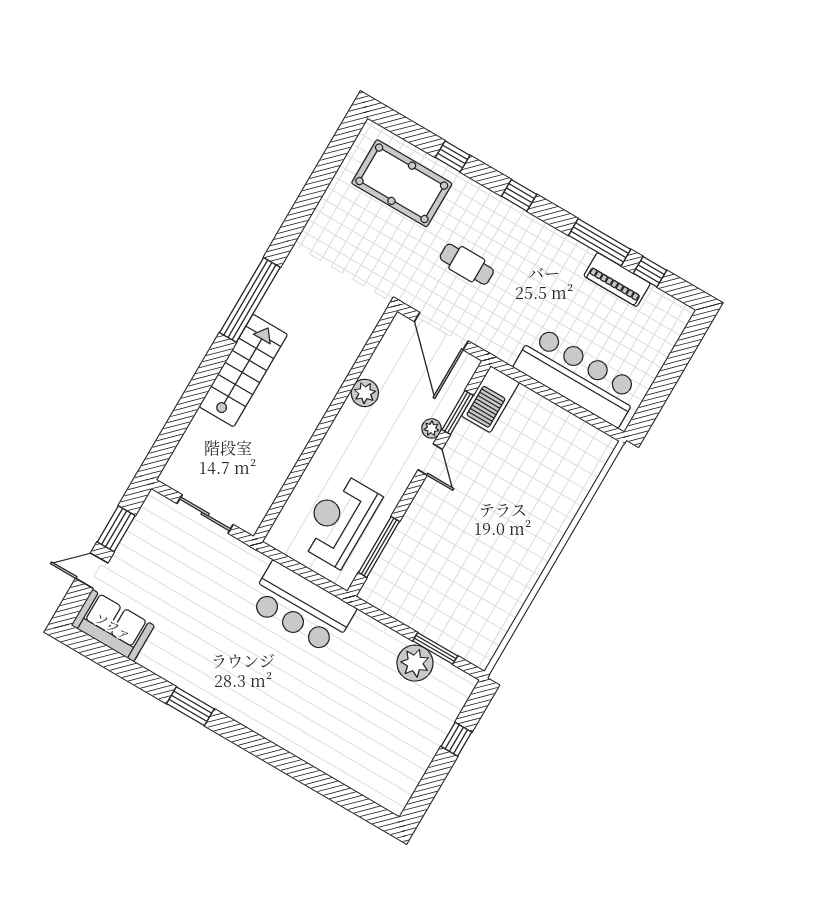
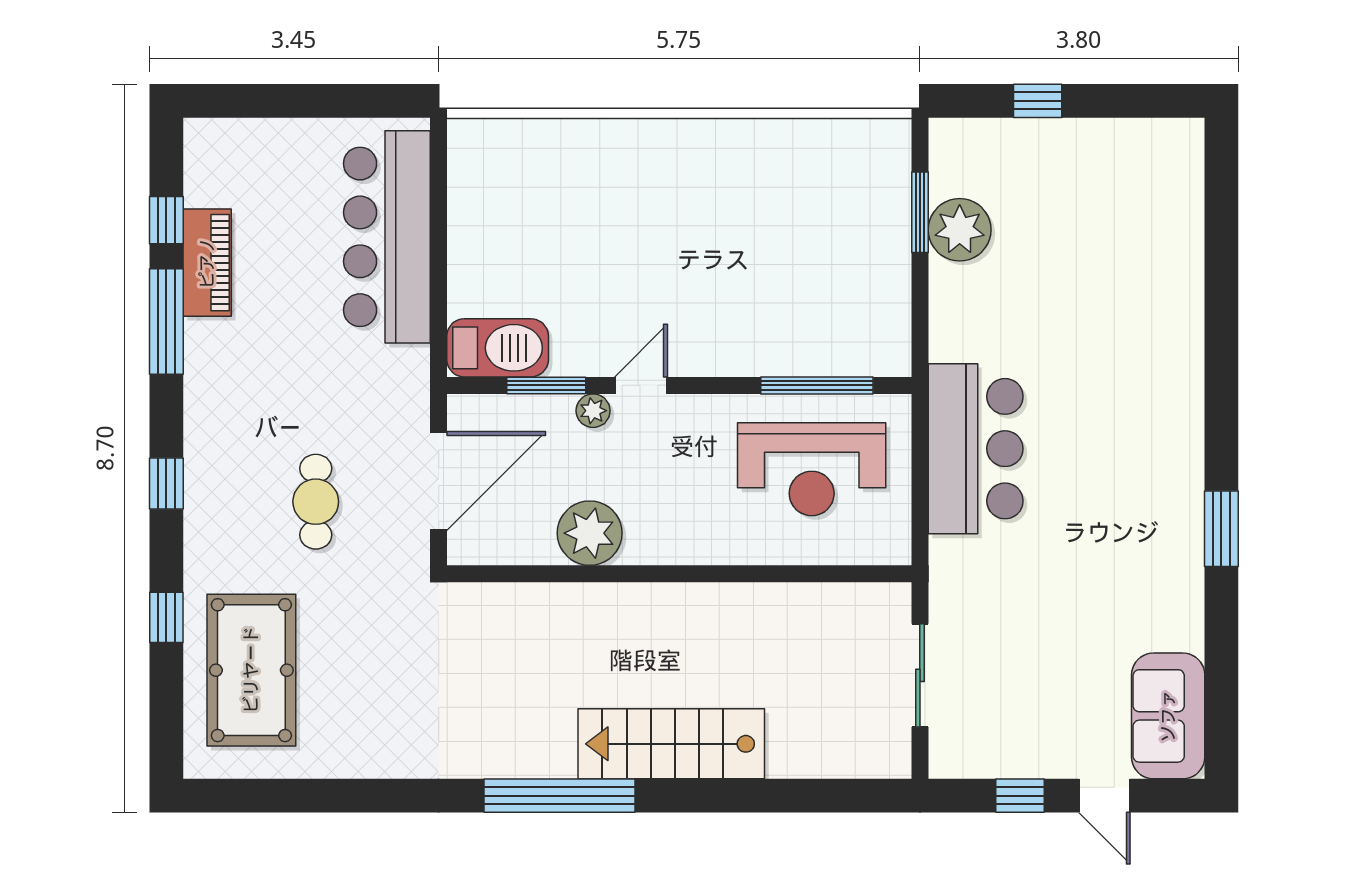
plant: (365, 393) -> (590, 533), width x1.36, depth x1.36
window: (116, 529) -> (1020, 796), width x0.67

